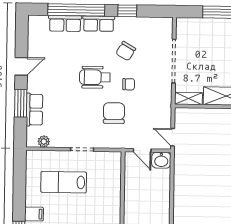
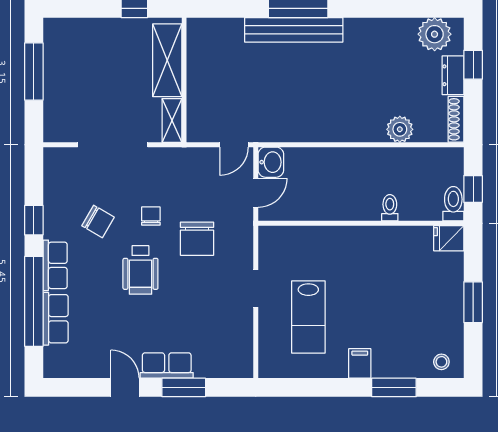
row of seats: (34, 110) -> (167, 365), moved
chair: (114, 113) -> (197, 239), turned -90
plant: (44, 141) -> (244, 350), removed

